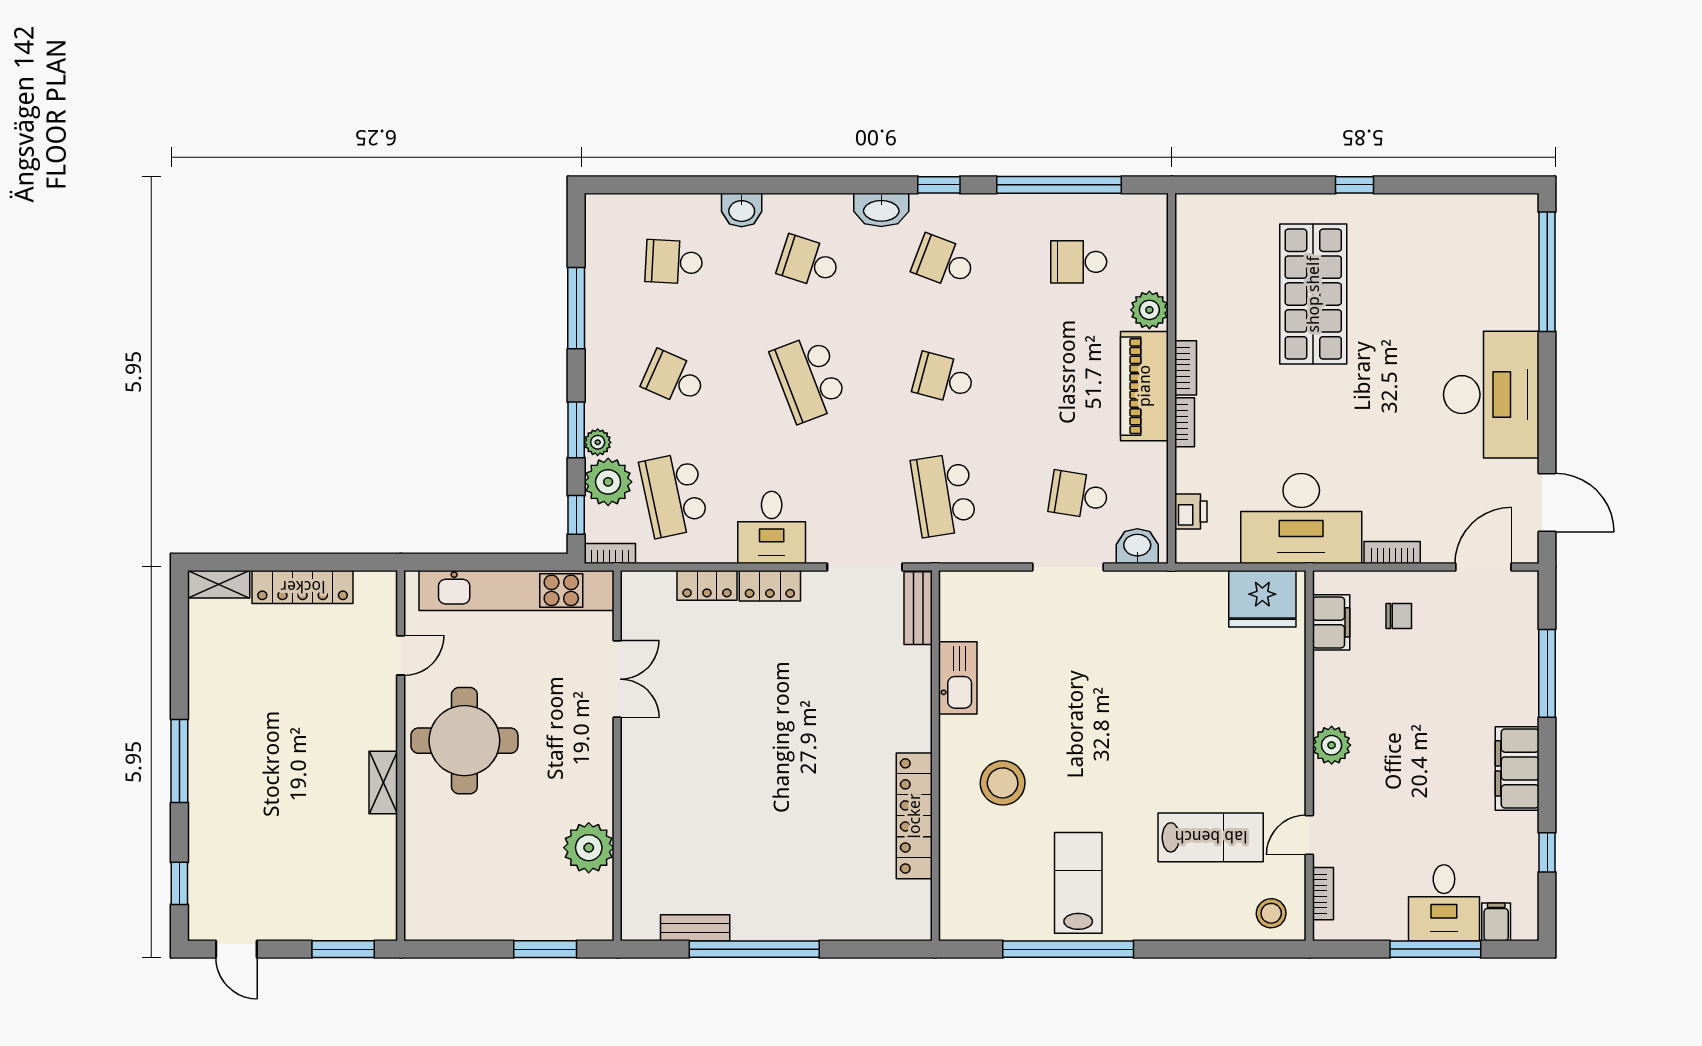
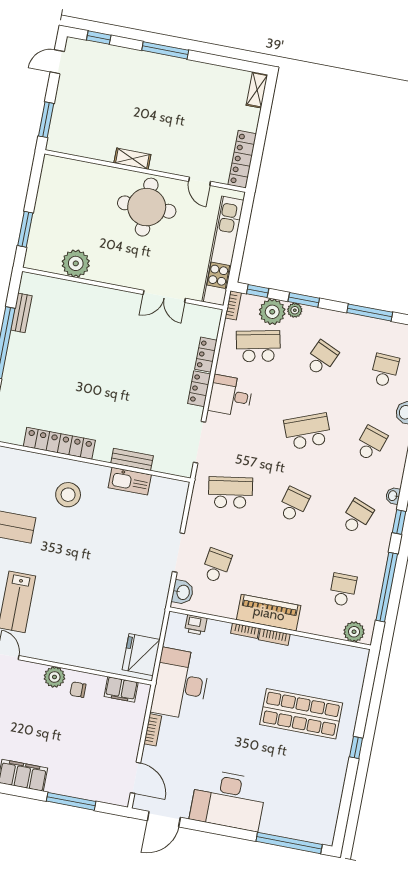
washbasin: (881, 210) -> (393, 496), width x0.52, depth x0.69
plant: (1149, 310) -> (354, 632), moved
locker: (303, 587) -> (242, 159), moved
bench: (918, 608) -> (132, 459), moved
chair: (1399, 616) -> (78, 690), moved, turned 90

